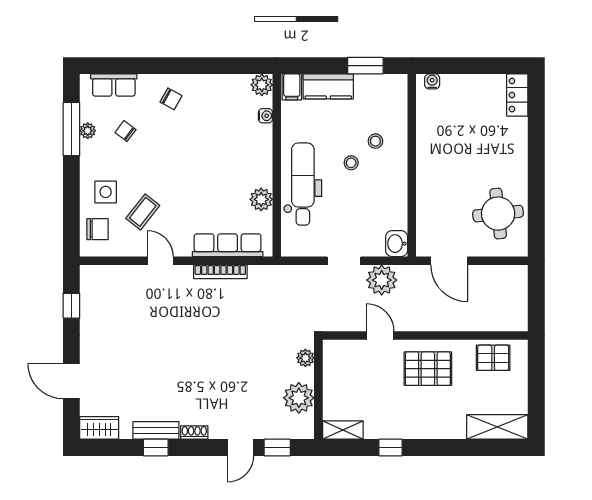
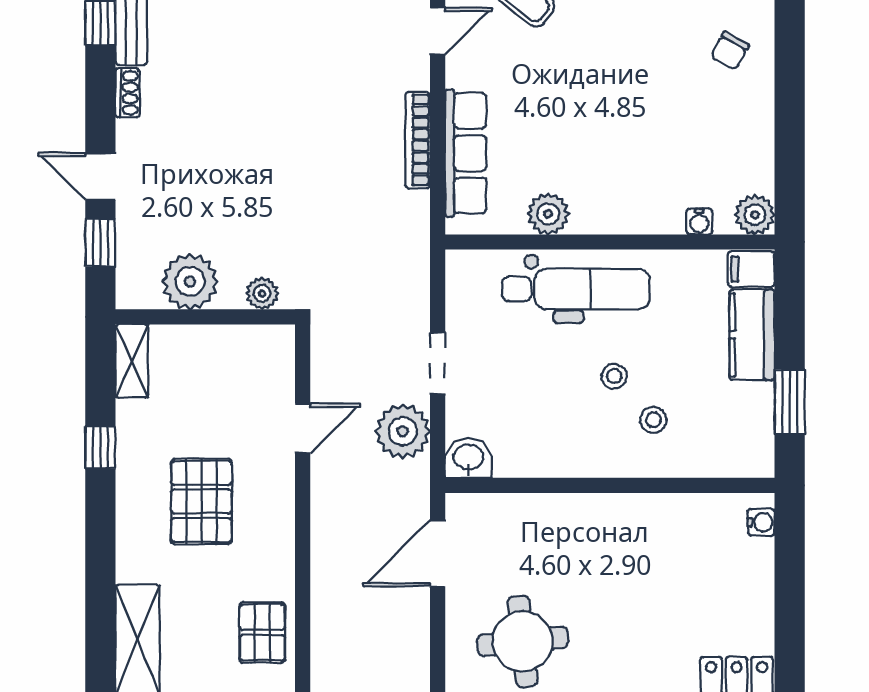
pallet: (428, 369) -> (201, 501), moved

